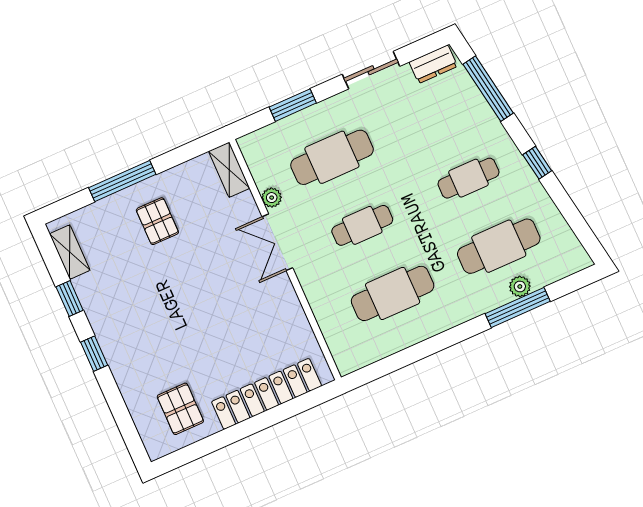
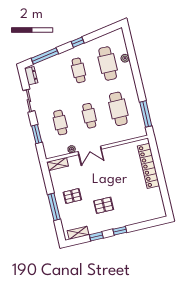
cafe table: (332, 157) -> (60, 123), width x0.73, depth x0.74
window: (518, 308) -> (146, 114), moved
pallet: (180, 409) -> (104, 205), moved

